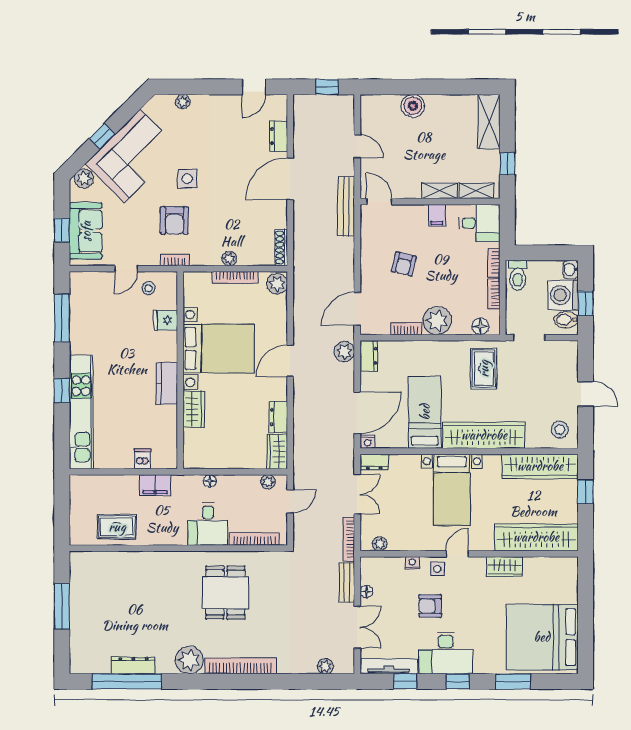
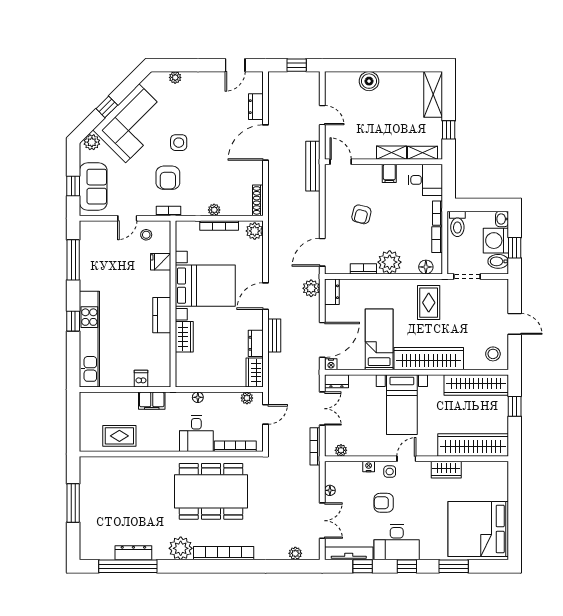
bench: (347, 583) -> (274, 335), moved
dining table: (225, 593) -> (211, 491), width x1.88, depth x1.24

